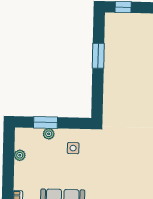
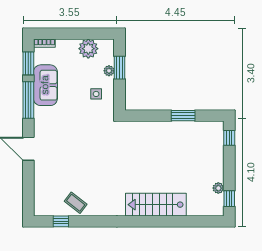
plant: (20, 155) -> (88, 49), width x1.88, depth x1.88

